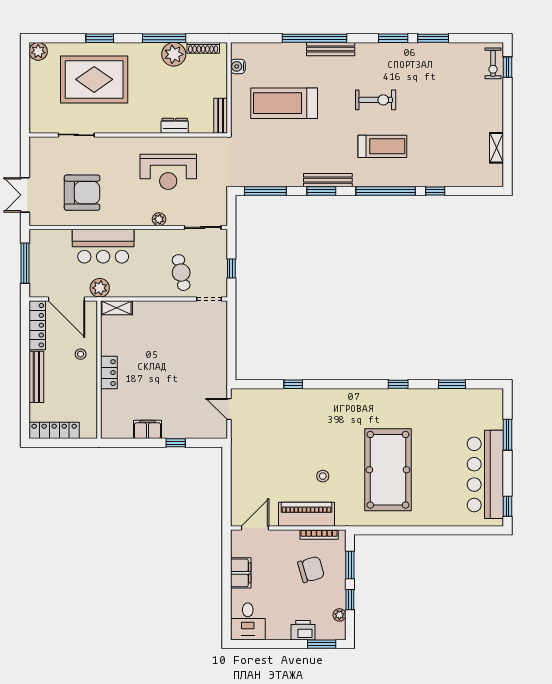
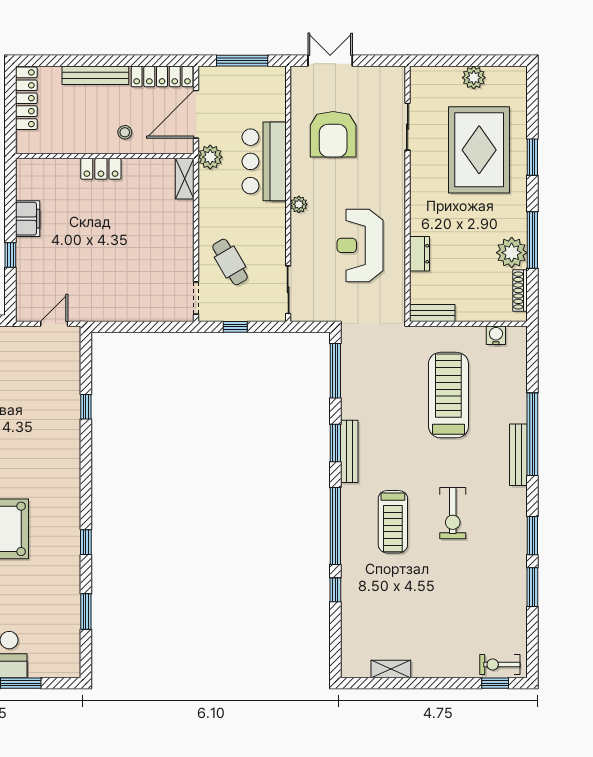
plant: (38, 51) -> (474, 78), moved
plant: (159, 219) -> (299, 204), moved
cafe table: (181, 273) -> (230, 262), turned 72

